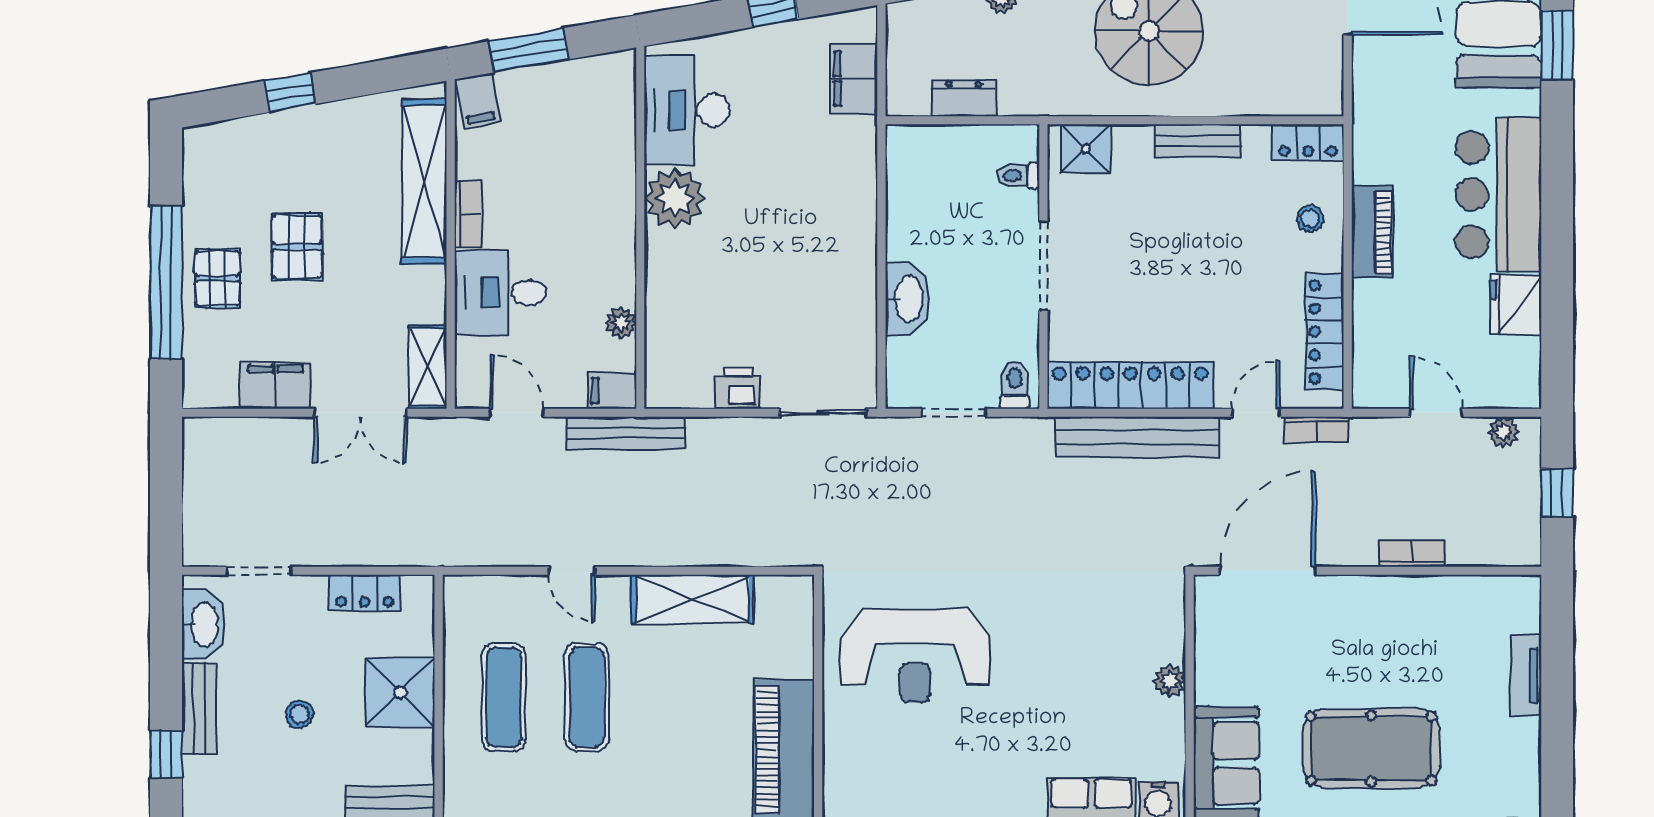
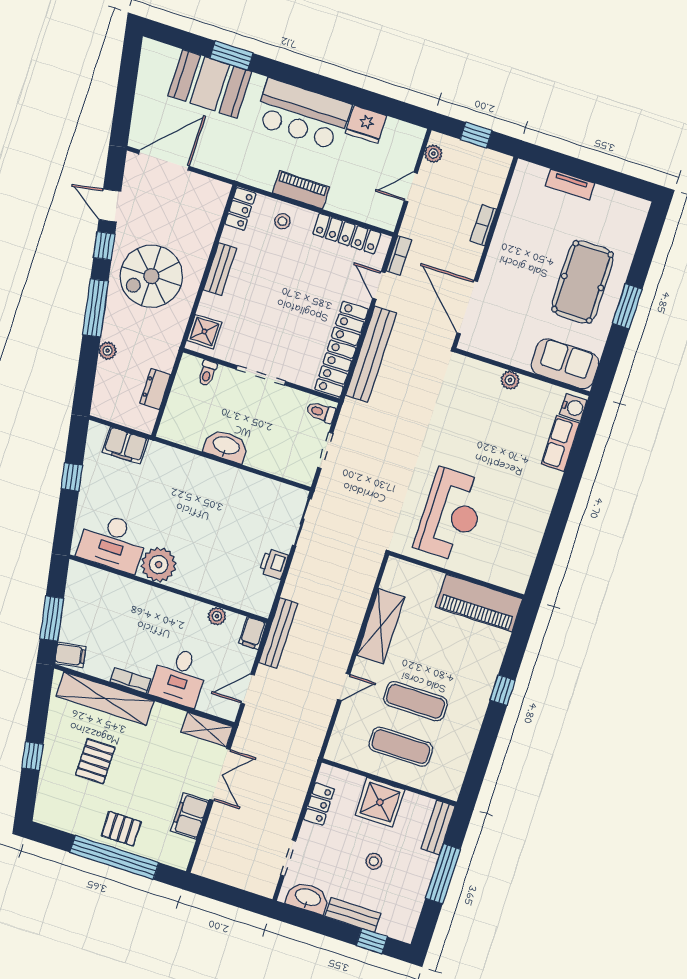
pallet: (297, 247) -> (95, 761), moved, turned 90
washbasin: (908, 299) -> (226, 446), moved

